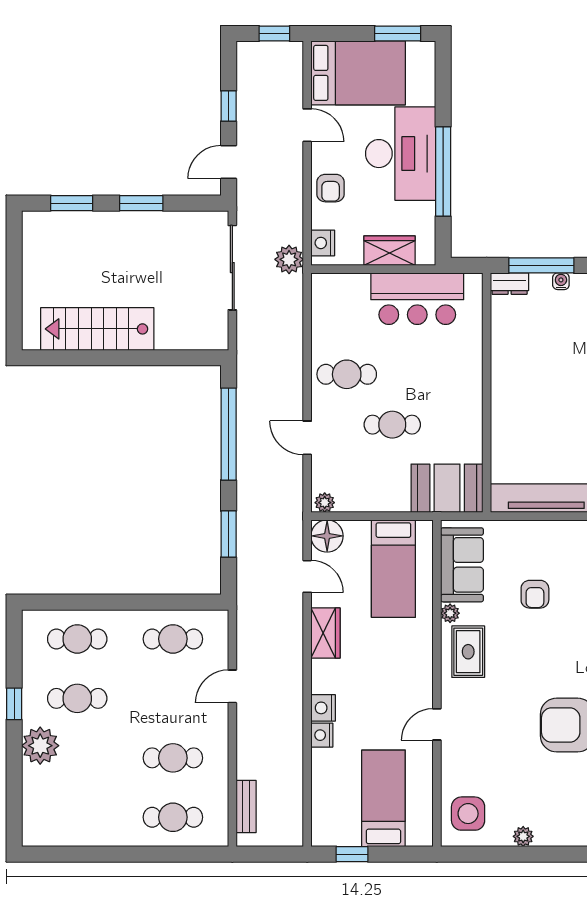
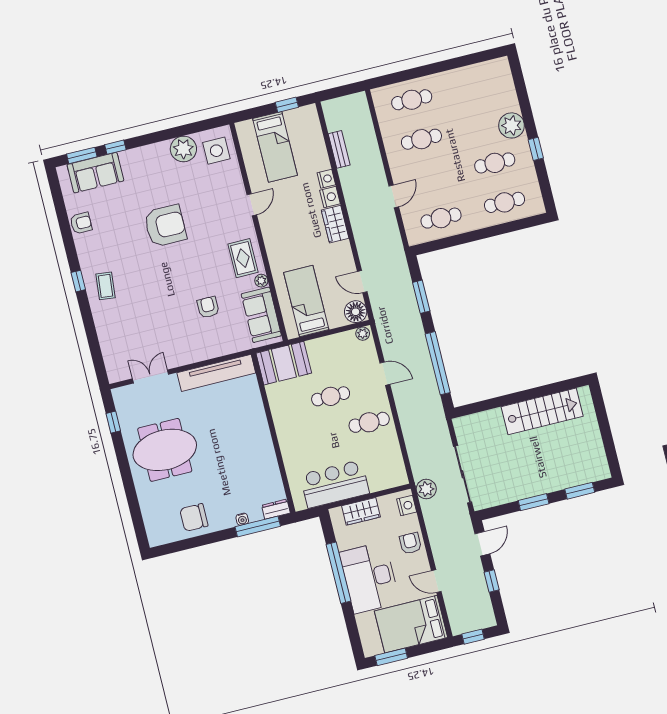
wardrobe: (325, 633) -> (335, 224), moved
bench: (246, 807) -> (339, 149), moved
plant: (523, 836) -> (183, 149), width x1.88, depth x1.88

